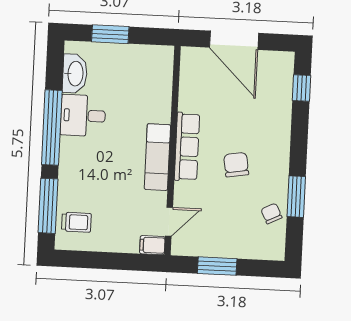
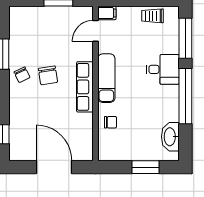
chair: (155, 97) -> (110, 122), added
desk: (83, 116) -> (163, 69), moved
chair: (271, 214) -> (22, 75), moved
trolley: (76, 222) -> (153, 16), moved

